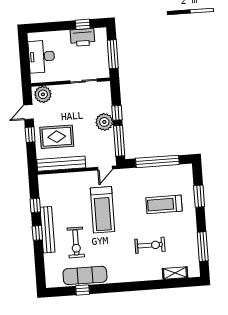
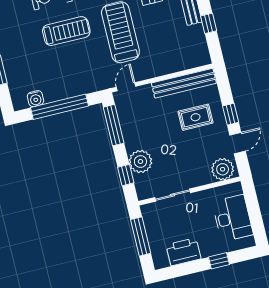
window: (83, 24) -> (219, 261), moved
window: (117, 113) -> (126, 175), moved
plant: (104, 122) -> (140, 161), moved
rug: (57, 137) -> (196, 117), width x0.73, depth x0.70
water cooler: (174, 170) -> (35, 99), added
treadmill: (164, 204) -> (66, 31), moved

